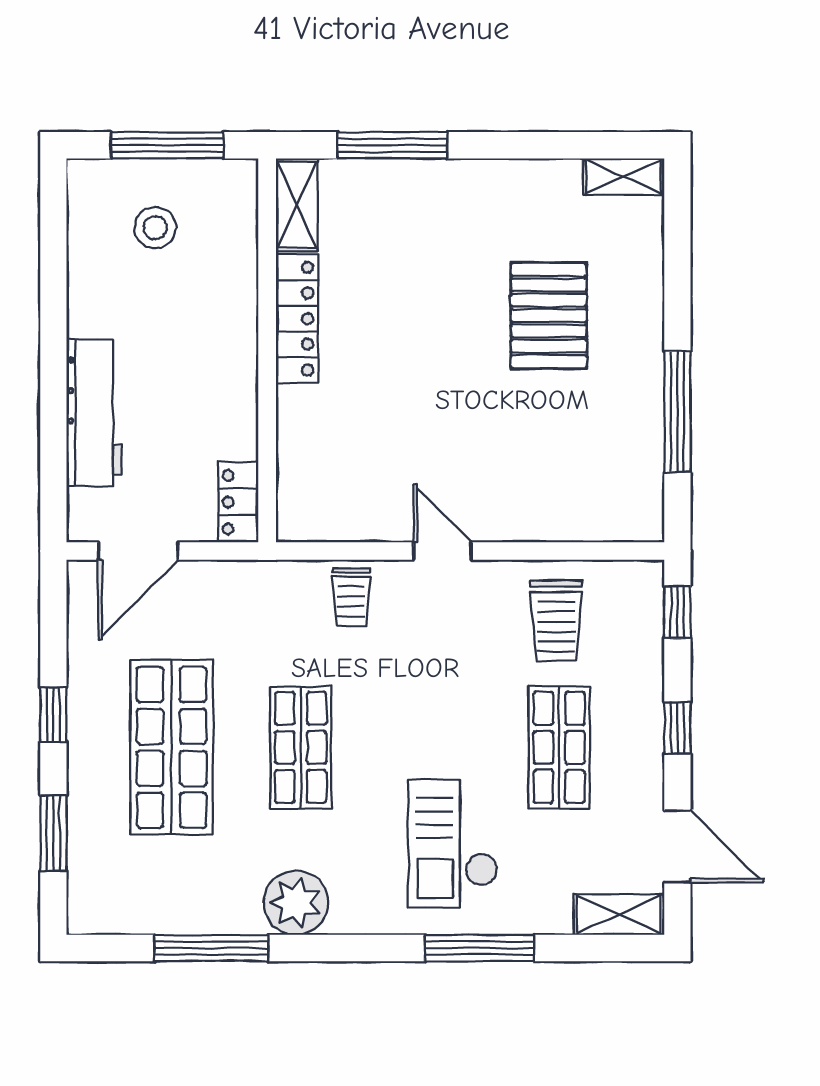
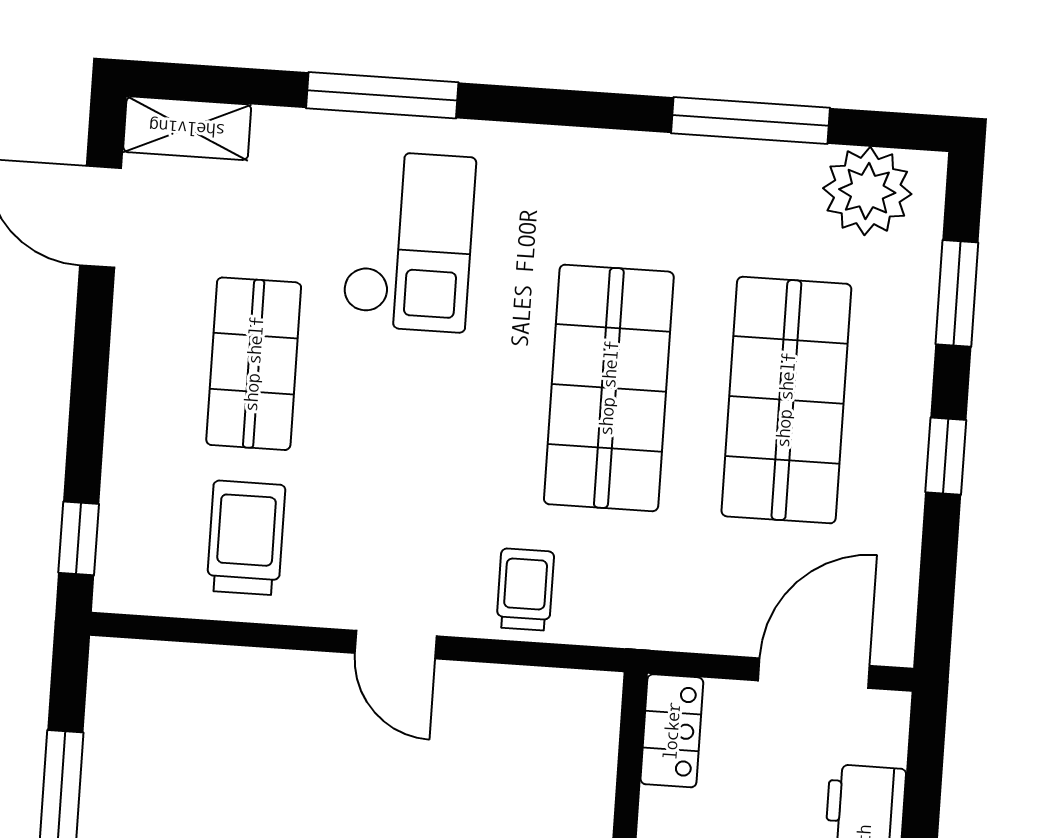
window: (677, 728) -> (89, 379), removed
shop shelf: (301, 747) -> (609, 388), width x1.43, depth x1.36
plant: (296, 903) -> (867, 191), moved

